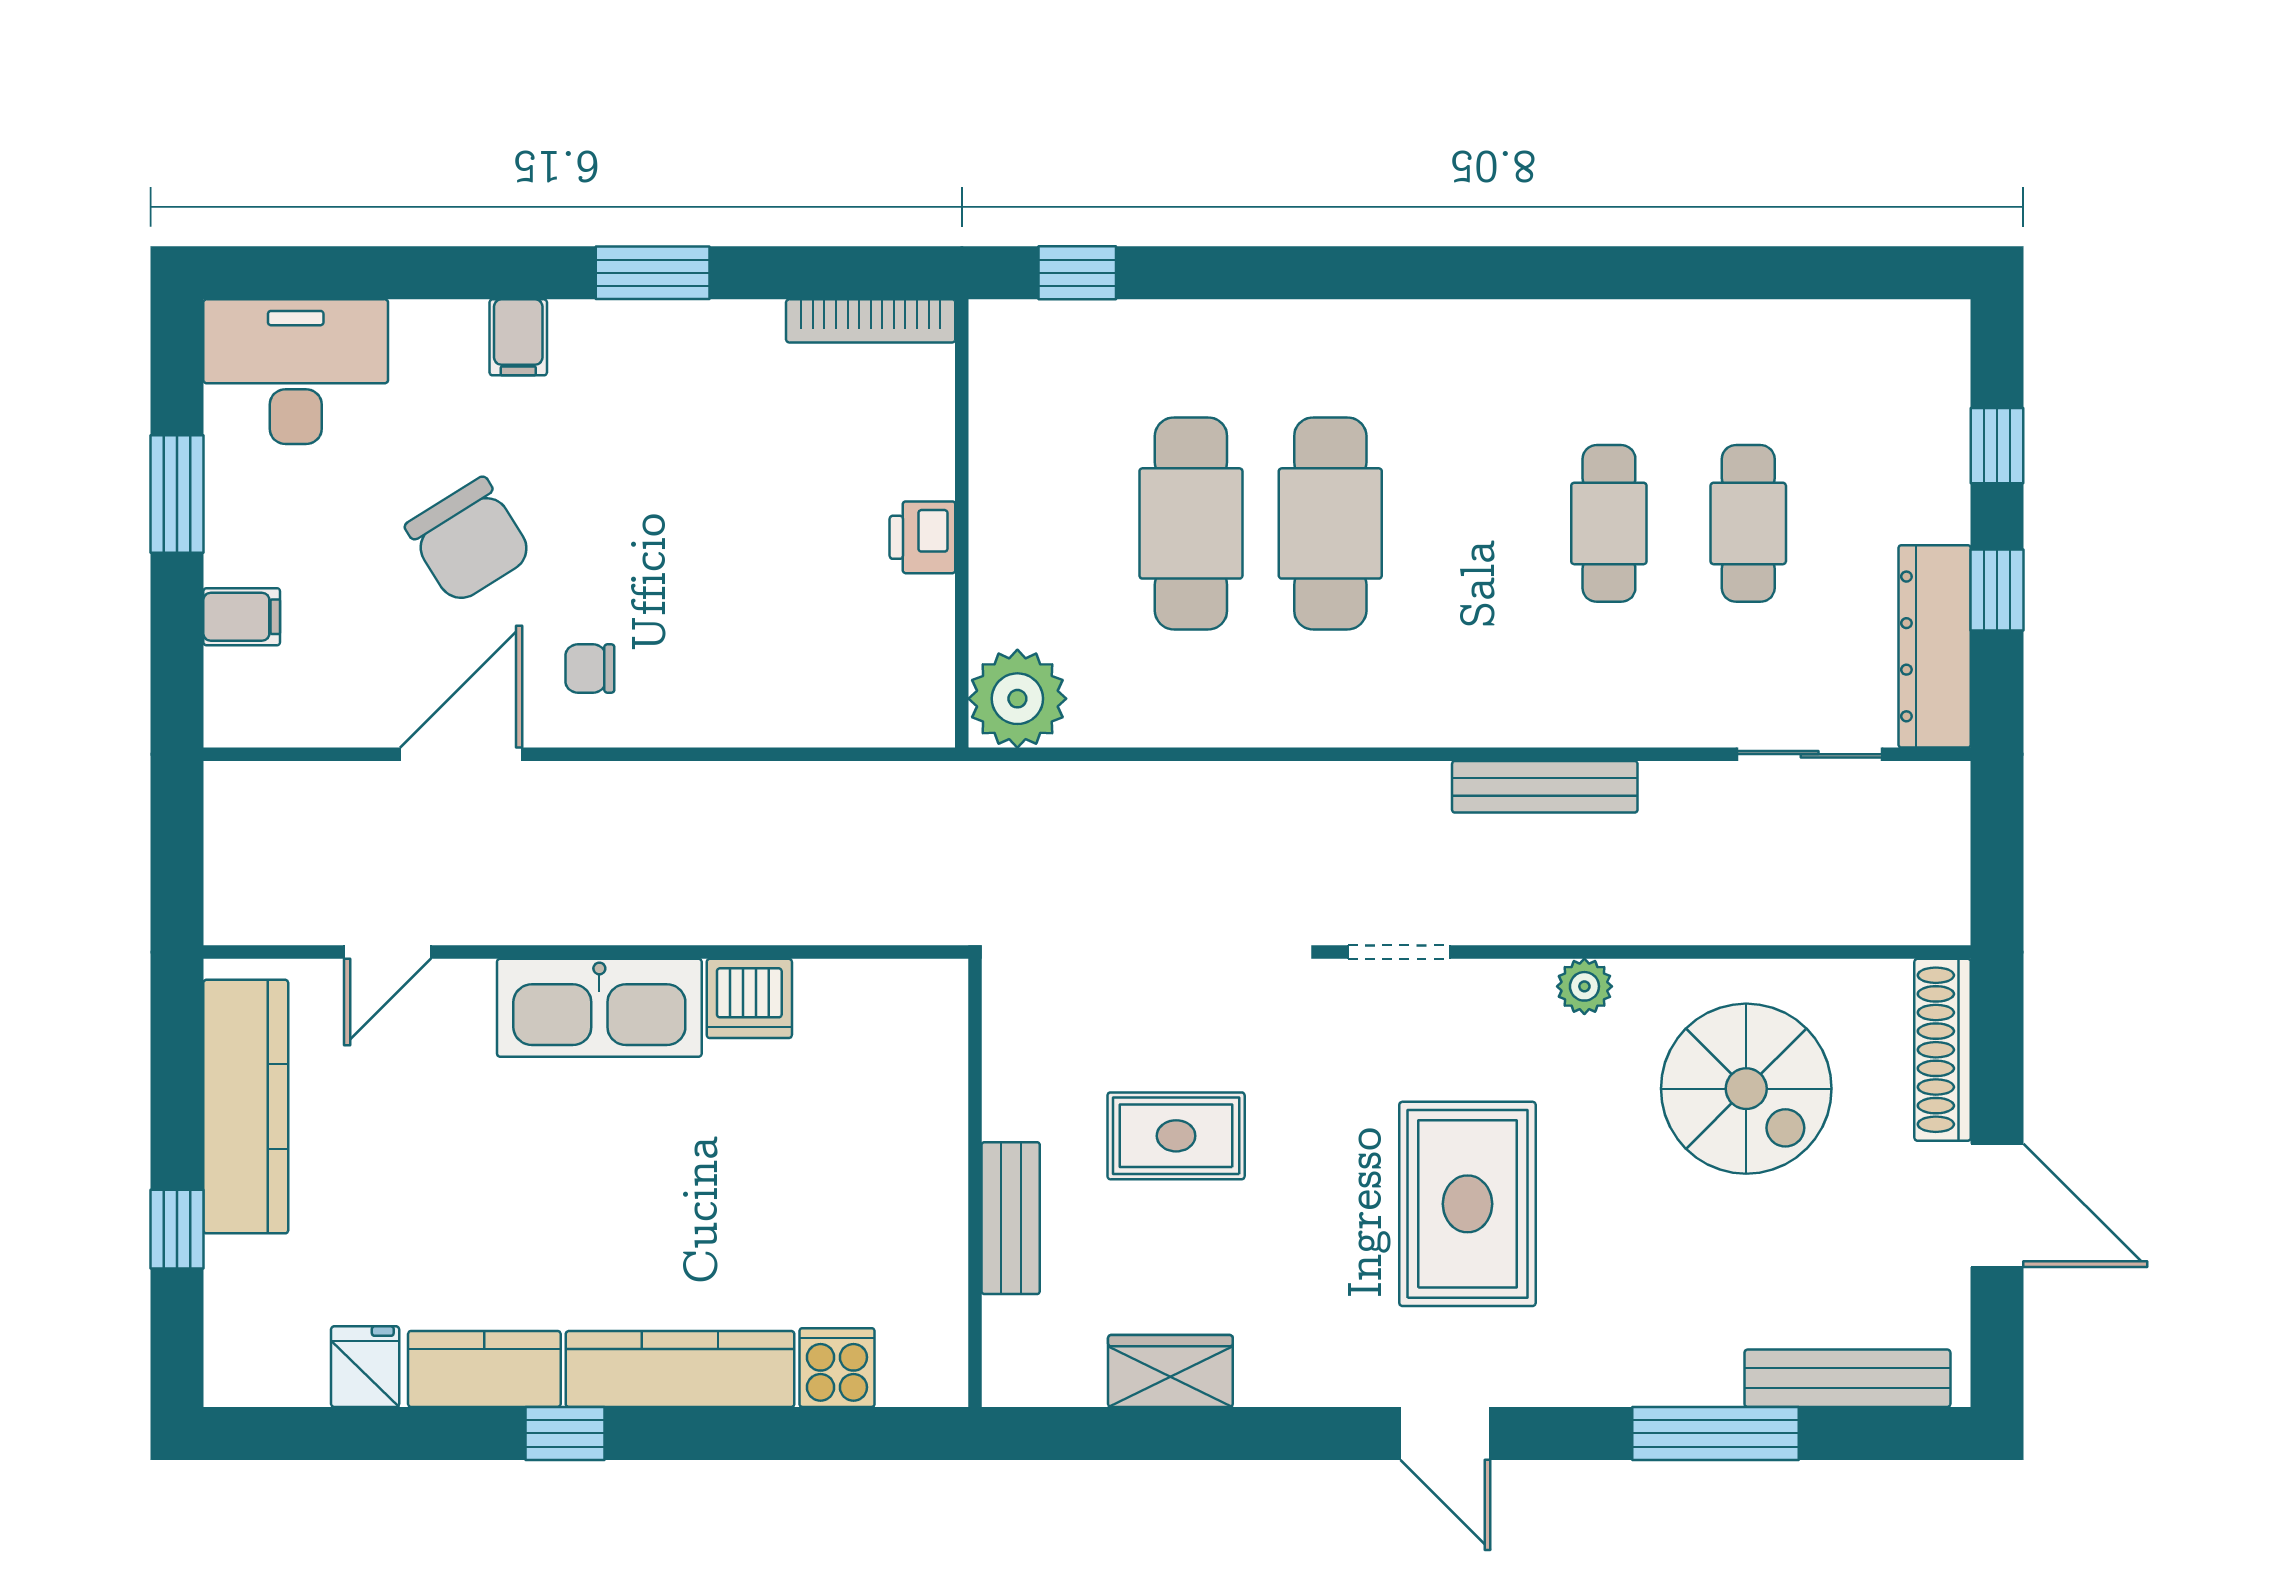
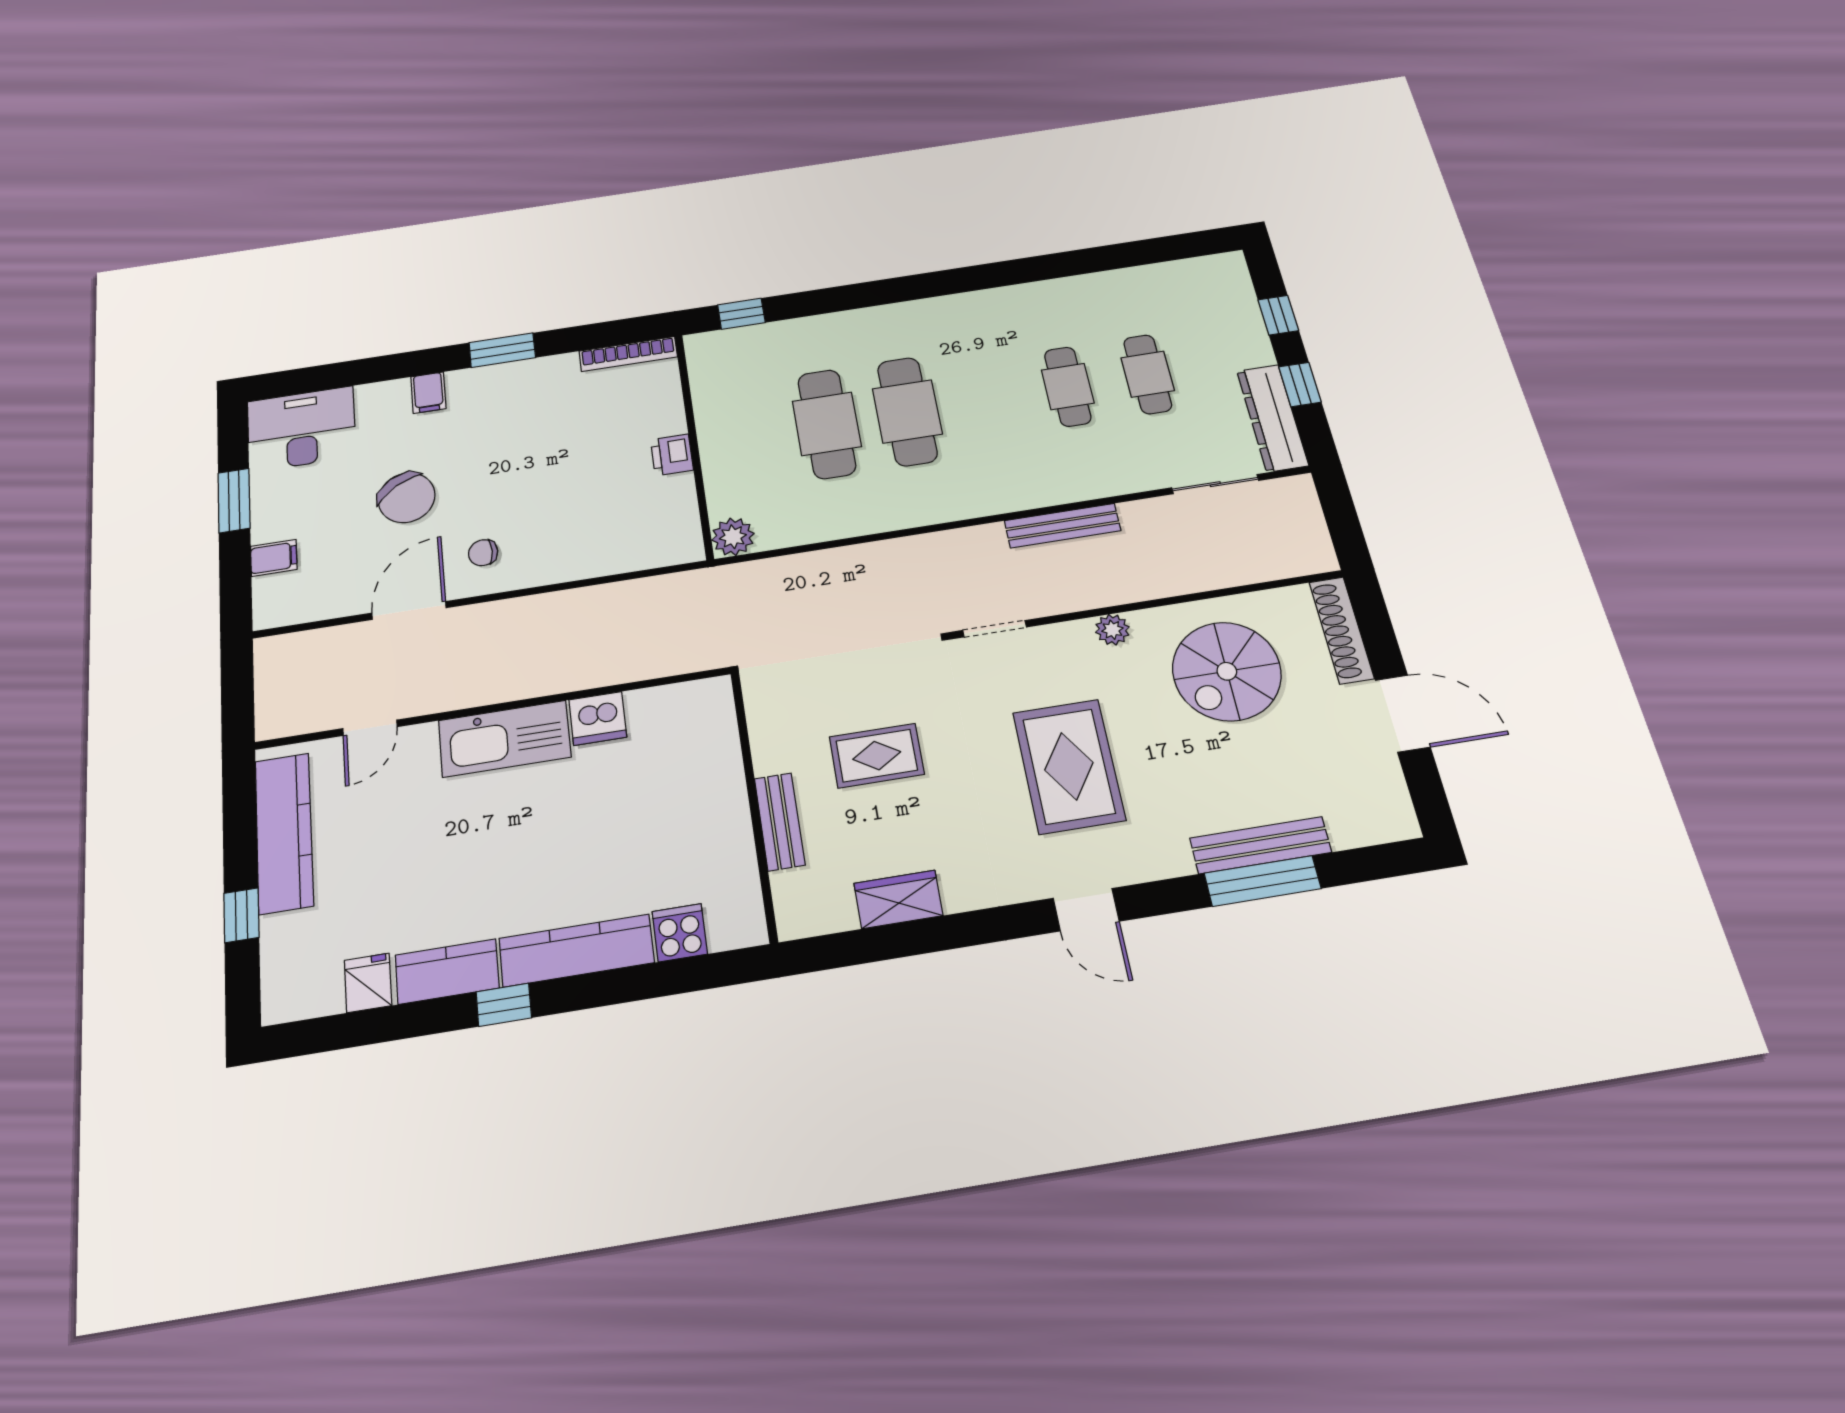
plant: (1017, 699) -> (733, 537), width x0.73, depth x0.73
spiral stairs: (1746, 1089) -> (1227, 671), turned 90
bench: (1847, 1378) -> (1261, 845), moved

